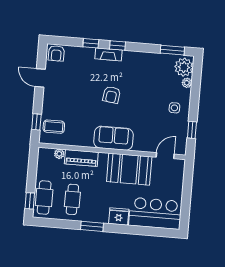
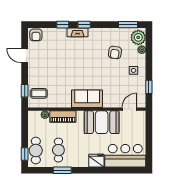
armchair: (112, 95) -> (115, 53), moved
window: (92, 226) -> (62, 170), moved

